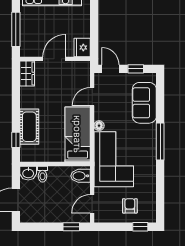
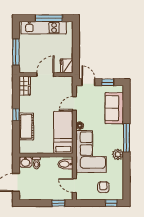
window: (16, 140) -> (16, 115), moved
plant: (149, 163) -> (118, 154), added
door: (92, 204) -> (74, 186), hinge flipped

